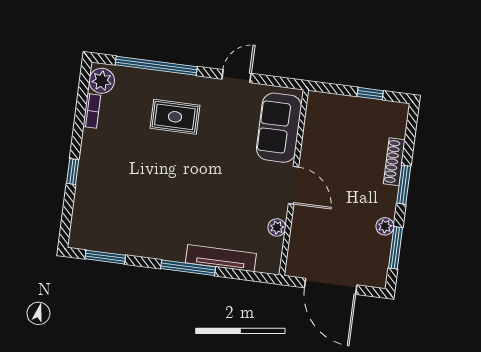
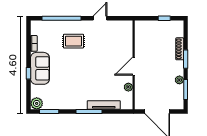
plant: (102, 81) -> (37, 103), moved
sofa: (279, 128) -> (40, 68), moved, turned 180
door: (293, 185) -> (134, 66), swing flipped

